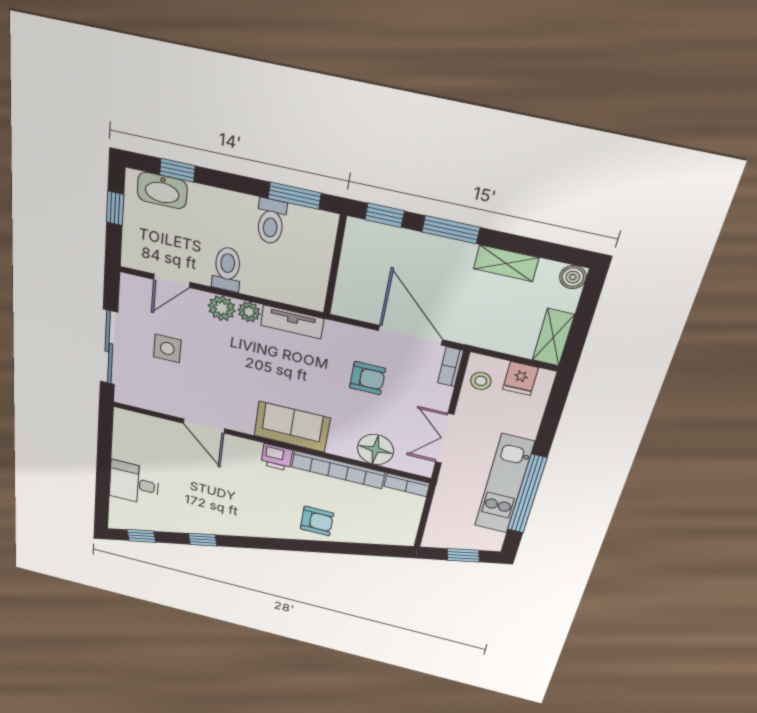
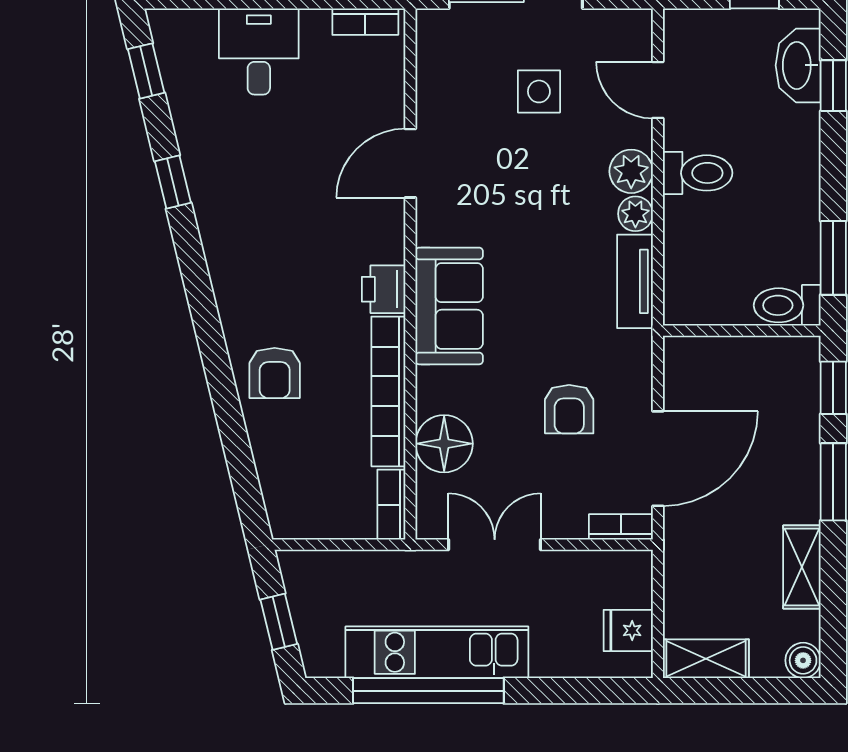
toilet: (271, 222) -> (787, 305), moved
stool: (481, 381) -> (609, 576), removed
bookcase: (120, 428) -> (365, 22), added

